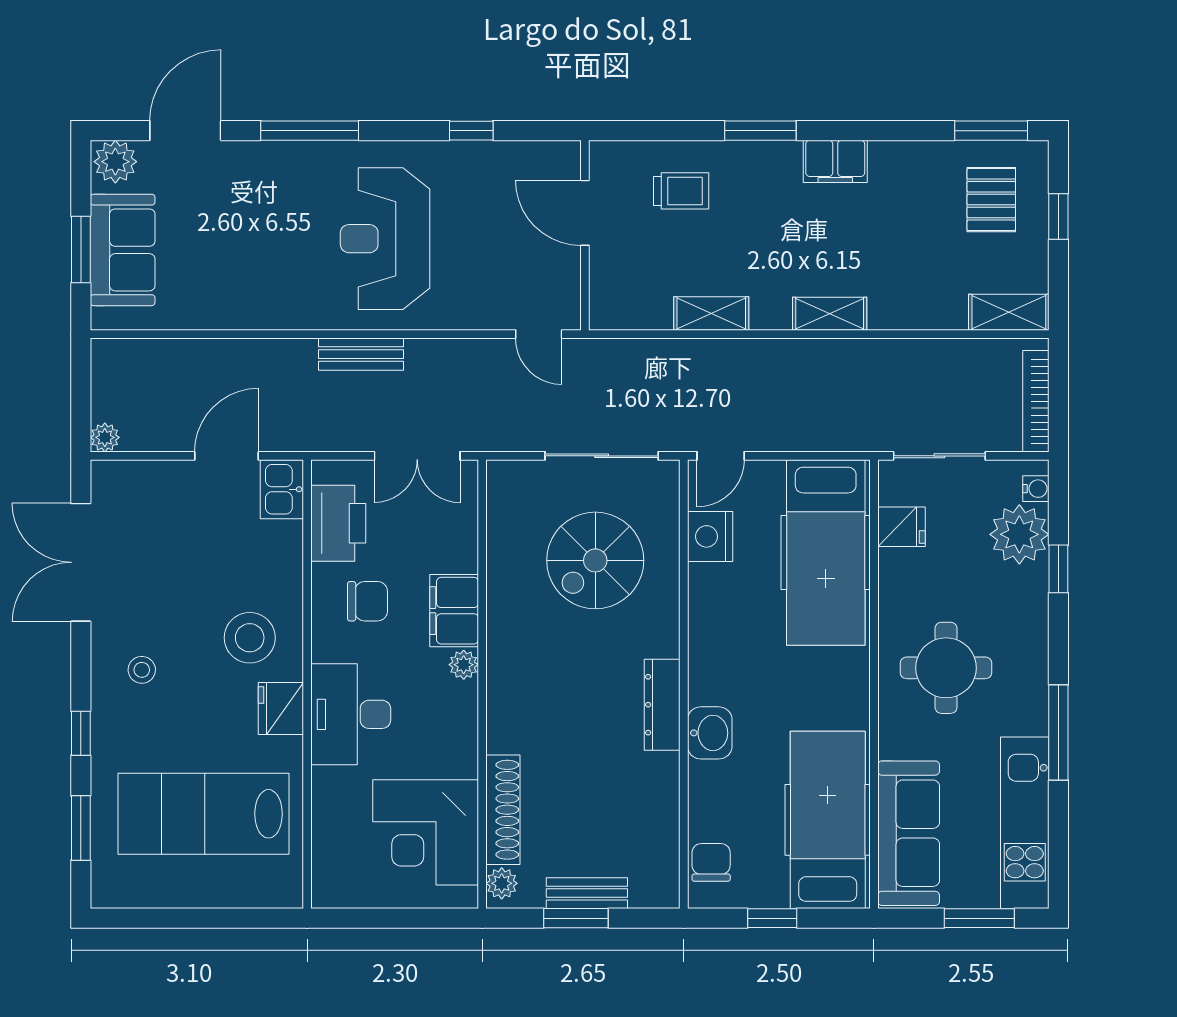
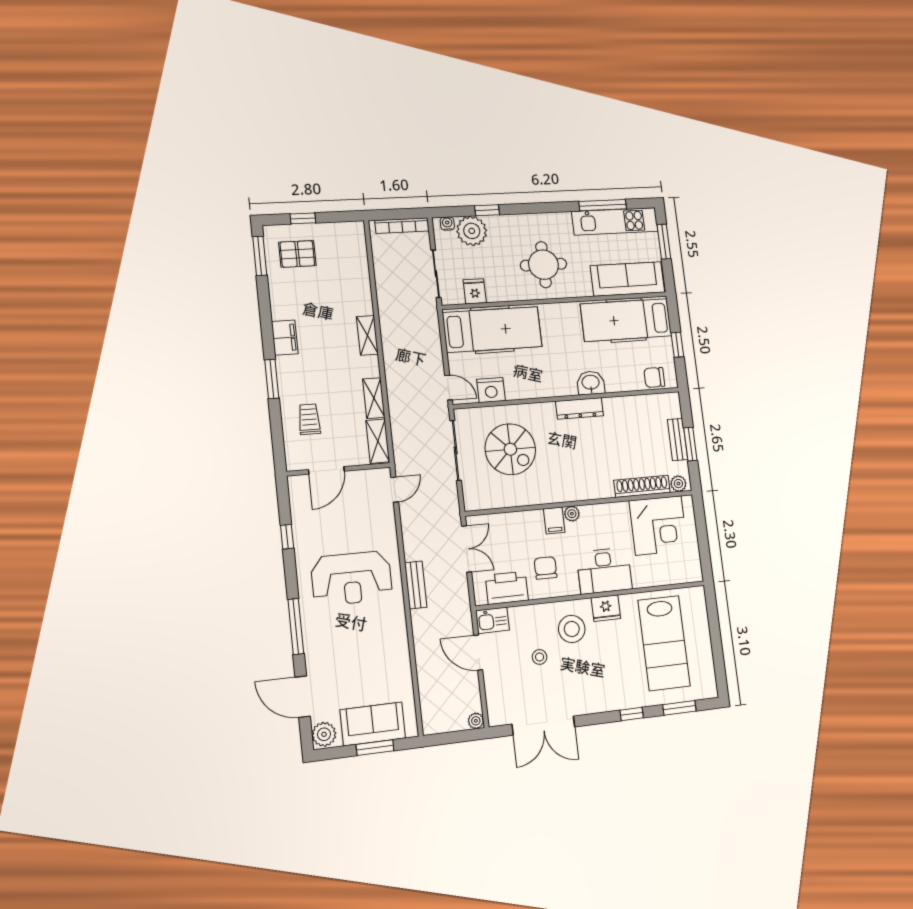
shelving: (1009, 312) -> (378, 441), moved
filing cabinet: (454, 611) -> (554, 520), width x0.50
stool: (142, 670) -> (540, 657), moved
window: (1058, 732) -> (603, 205), moved

